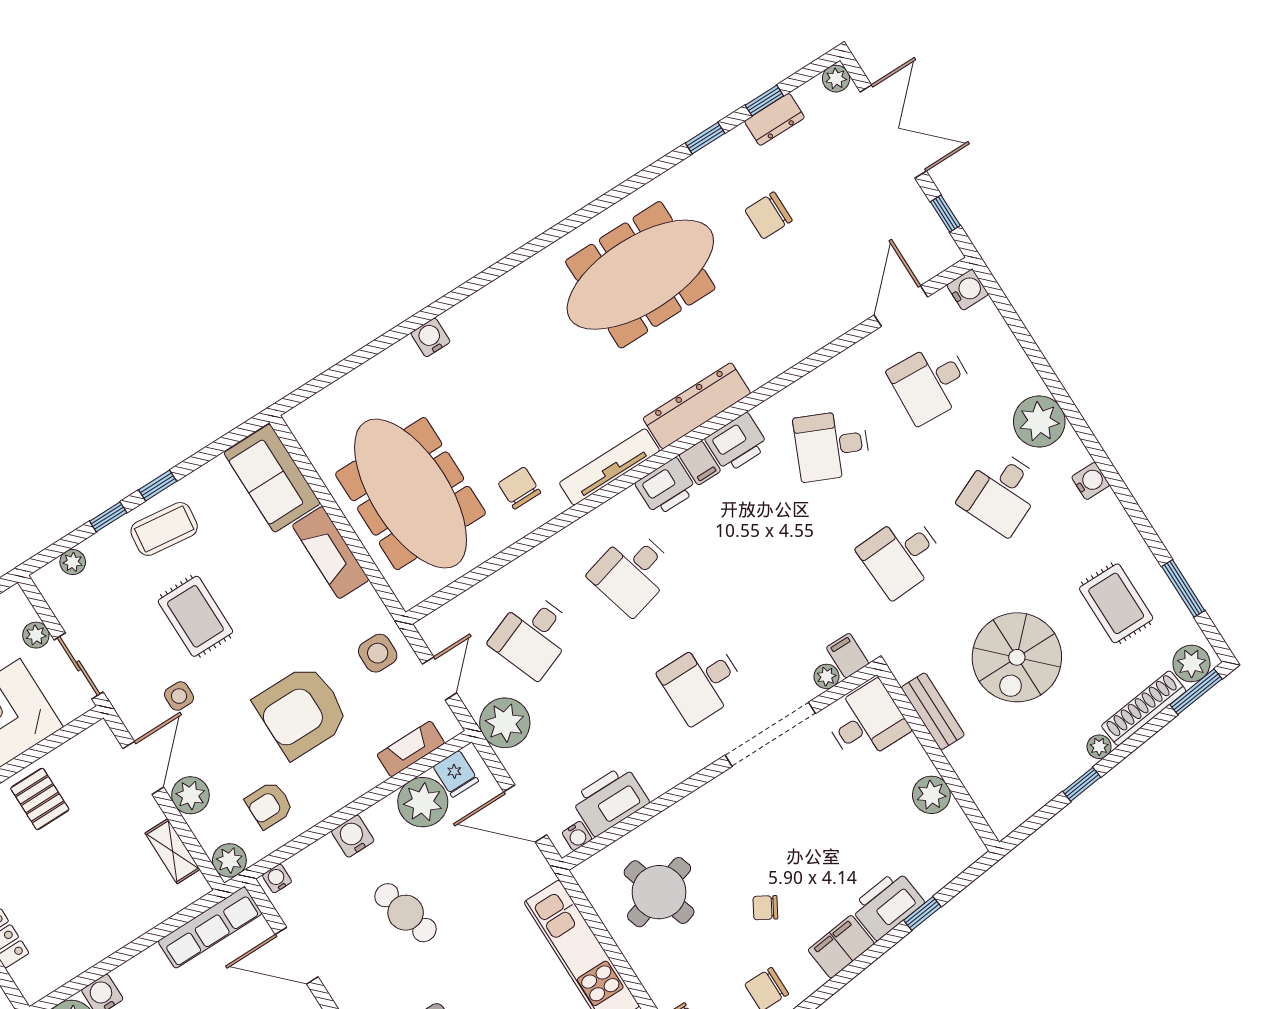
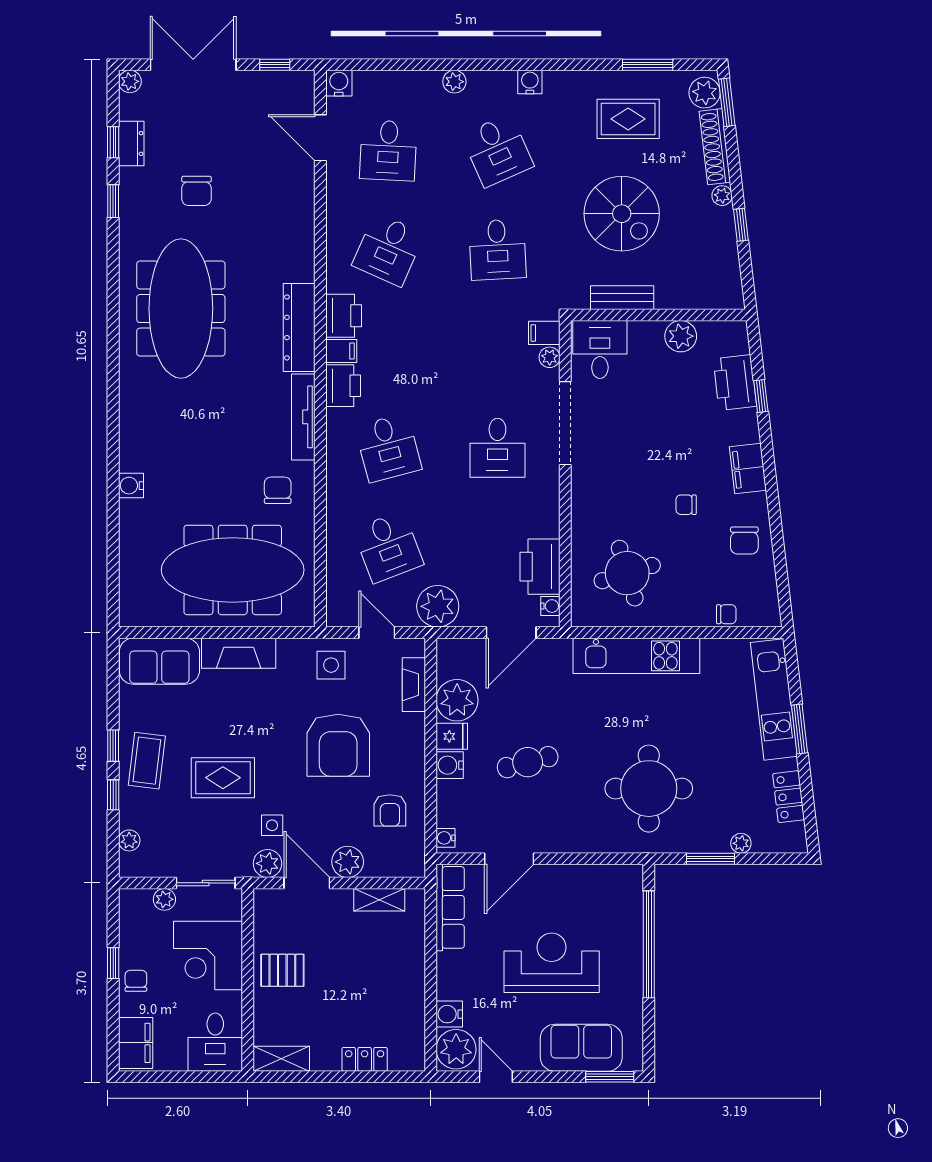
plant: (1039, 421) -> (454, 82), width x0.53, depth x0.53
chair: (519, 488) -> (278, 490), turned 90
fridge: (456, 774) -> (452, 736), moved
plant: (229, 860) -> (268, 863), moved
printer: (887, 905) -> (735, 383), moved
chair: (765, 908) -> (686, 505), turned 60

